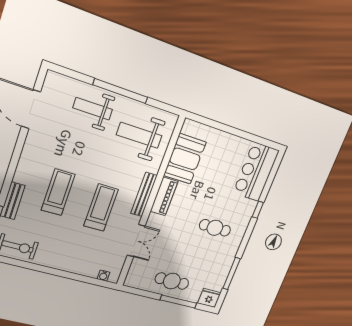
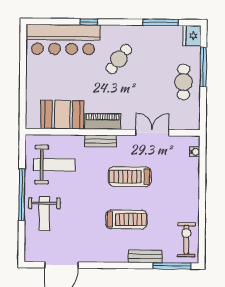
weight bench: (139, 135) -> (54, 165), turned -90
bar counter: (256, 172) -> (63, 40), width x1.36
treadmill: (58, 192) -> (126, 220), turned 180
bench: (144, 194) -> (101, 141), width x0.73
cafe table: (215, 228) -> (119, 59), turned 37

